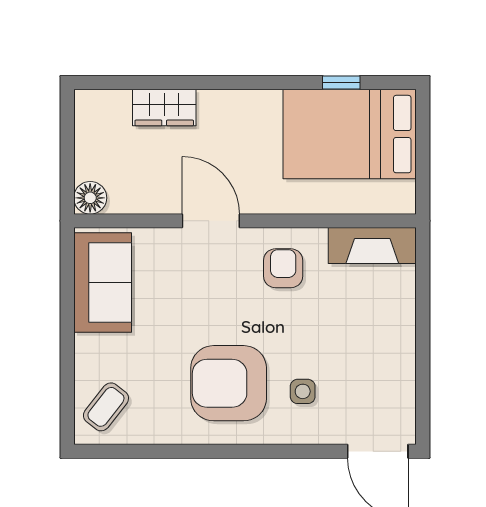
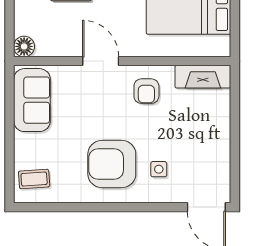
armchair: (283, 268) -> (146, 91), turned 180
coffee table: (106, 407) -> (34, 179), turned 48

